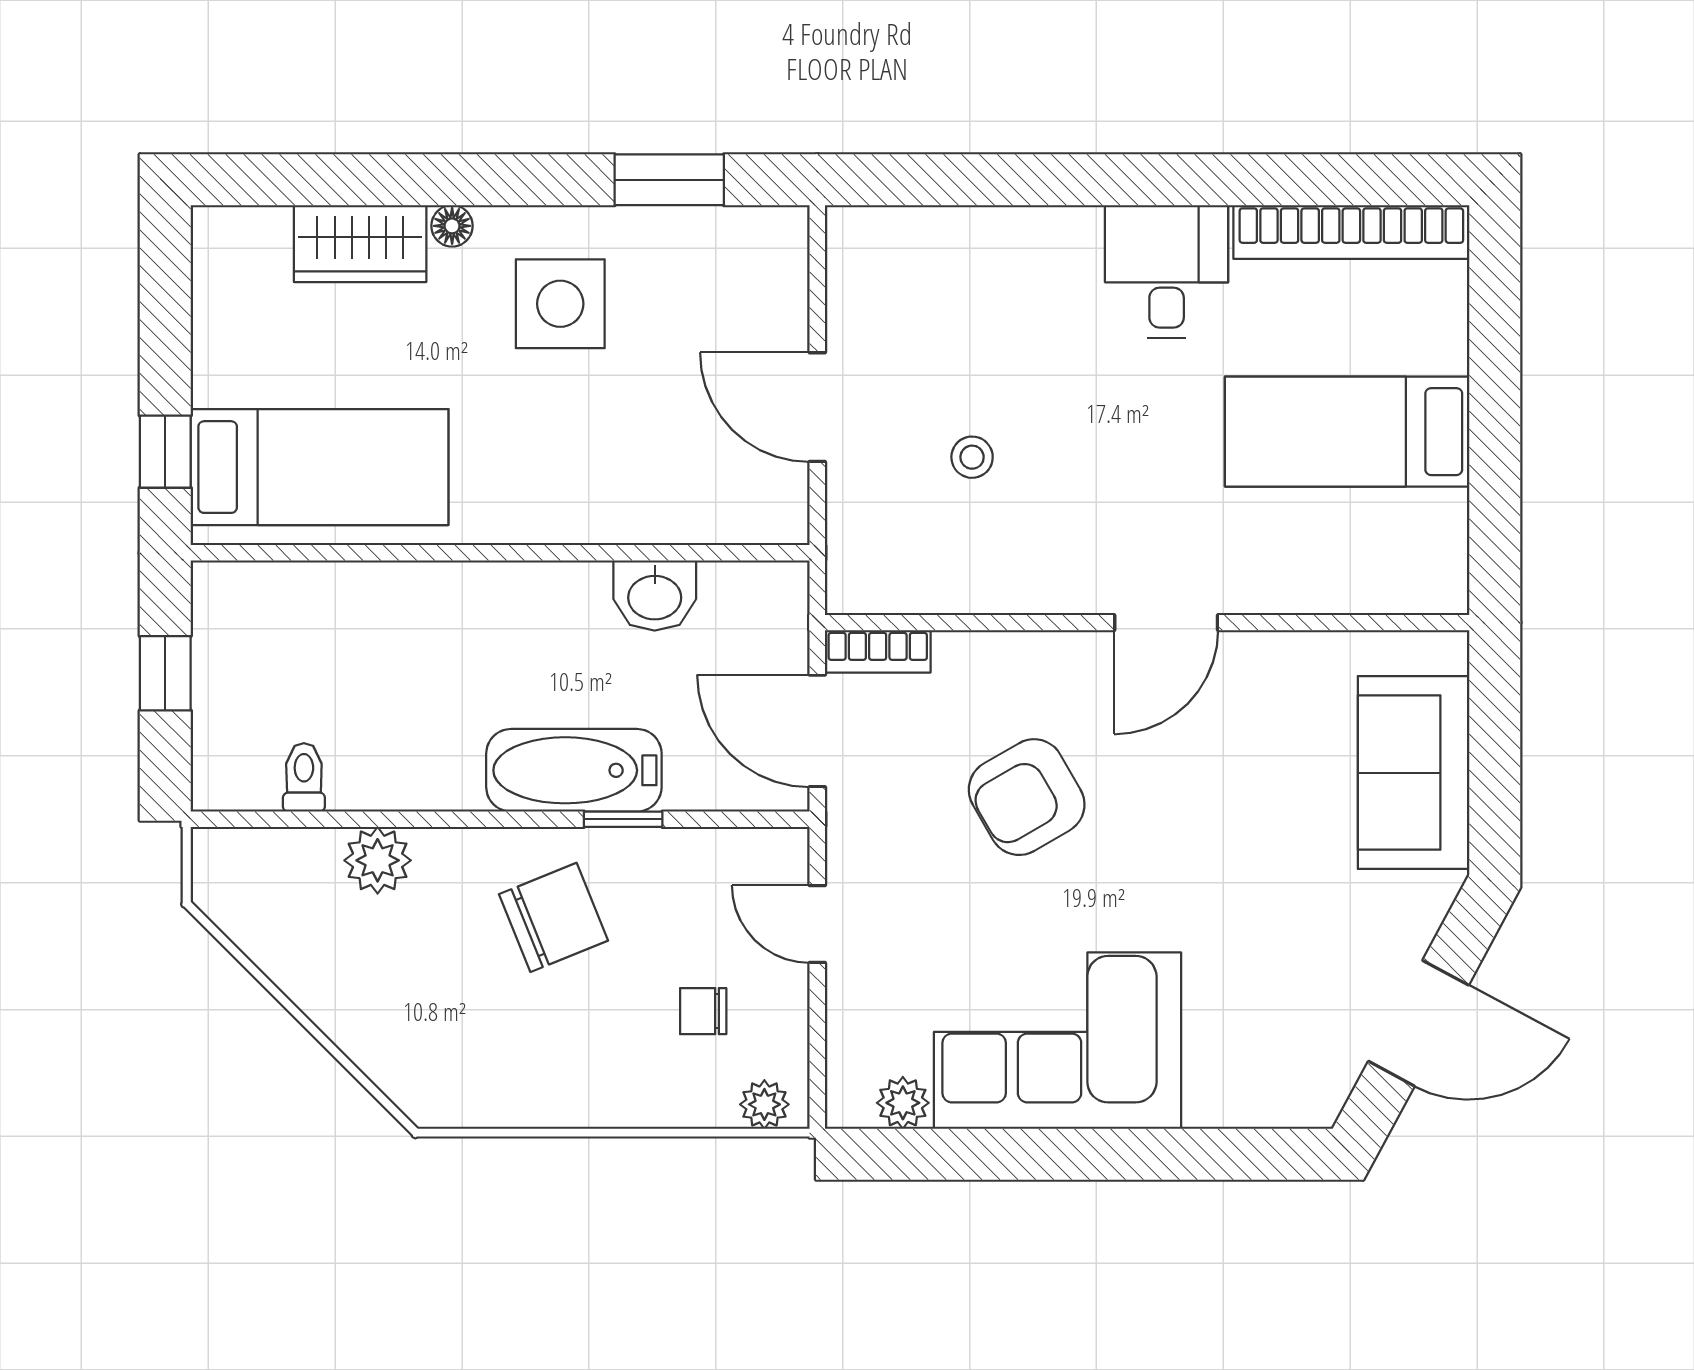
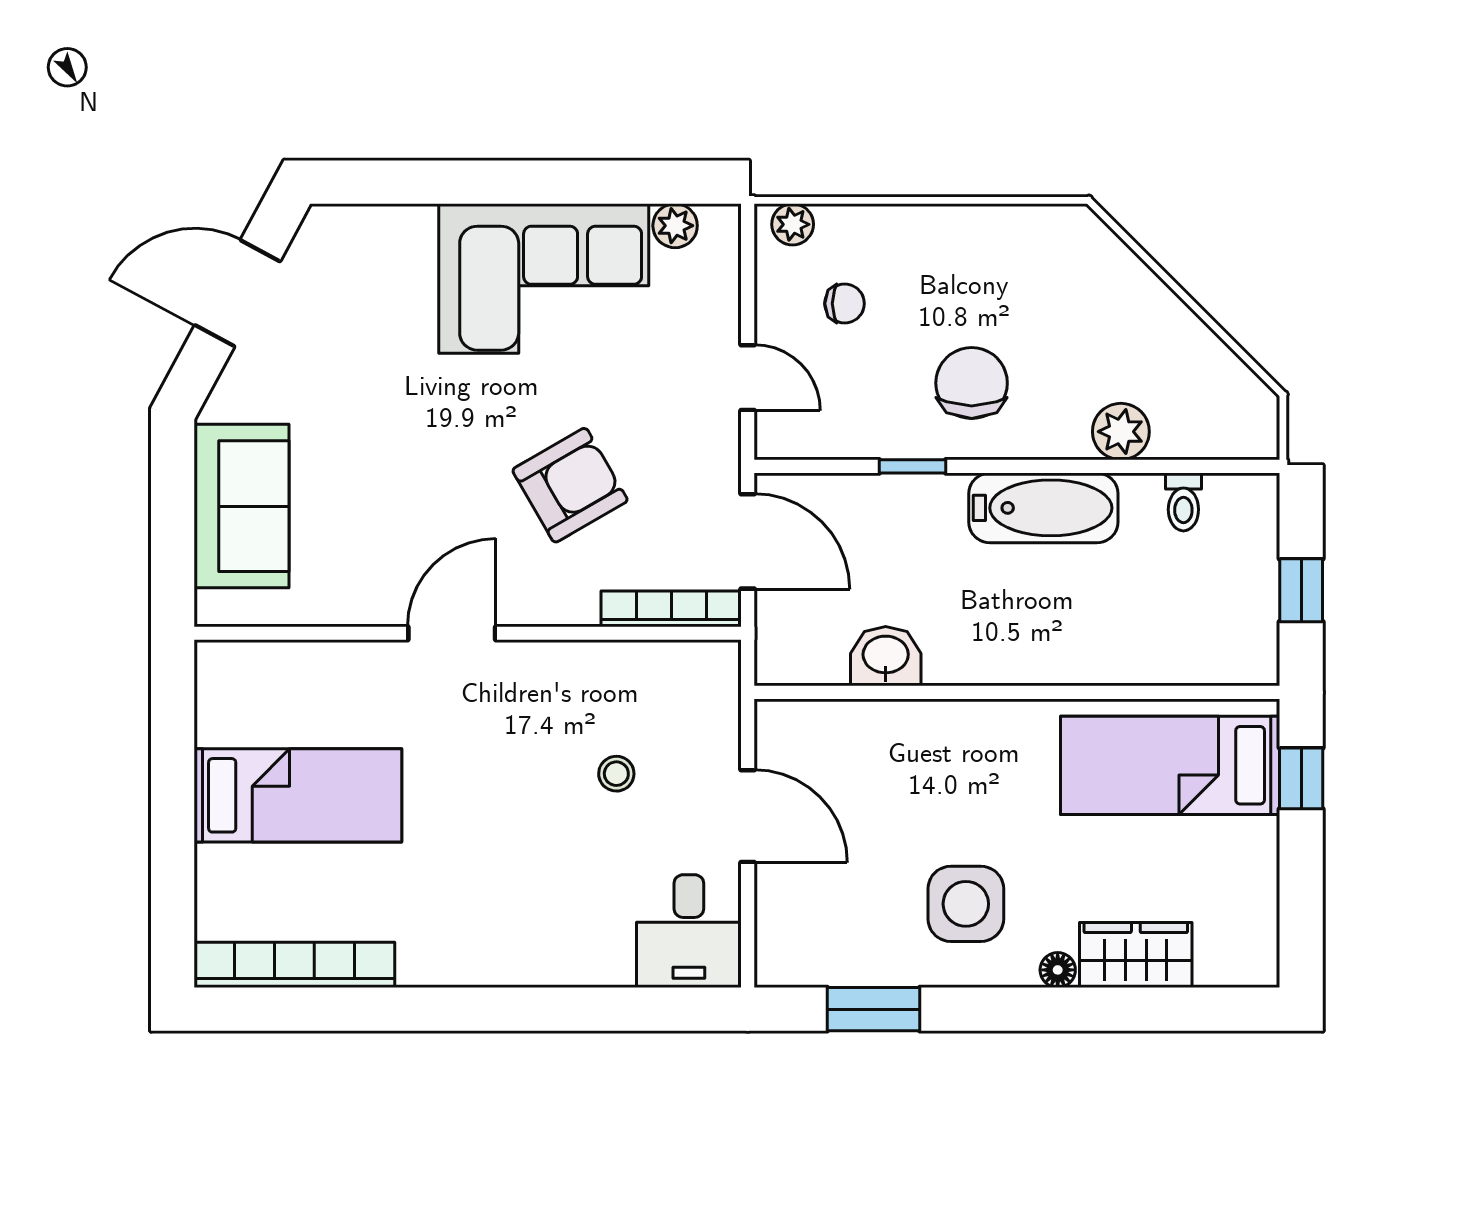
desk: (1167, 272) -> (689, 931), moved
bookcase: (878, 651) -> (671, 609), width x1.56
bathtub: (574, 770) -> (1043, 508), moved
chair: (553, 917) -> (972, 383), turned 112

